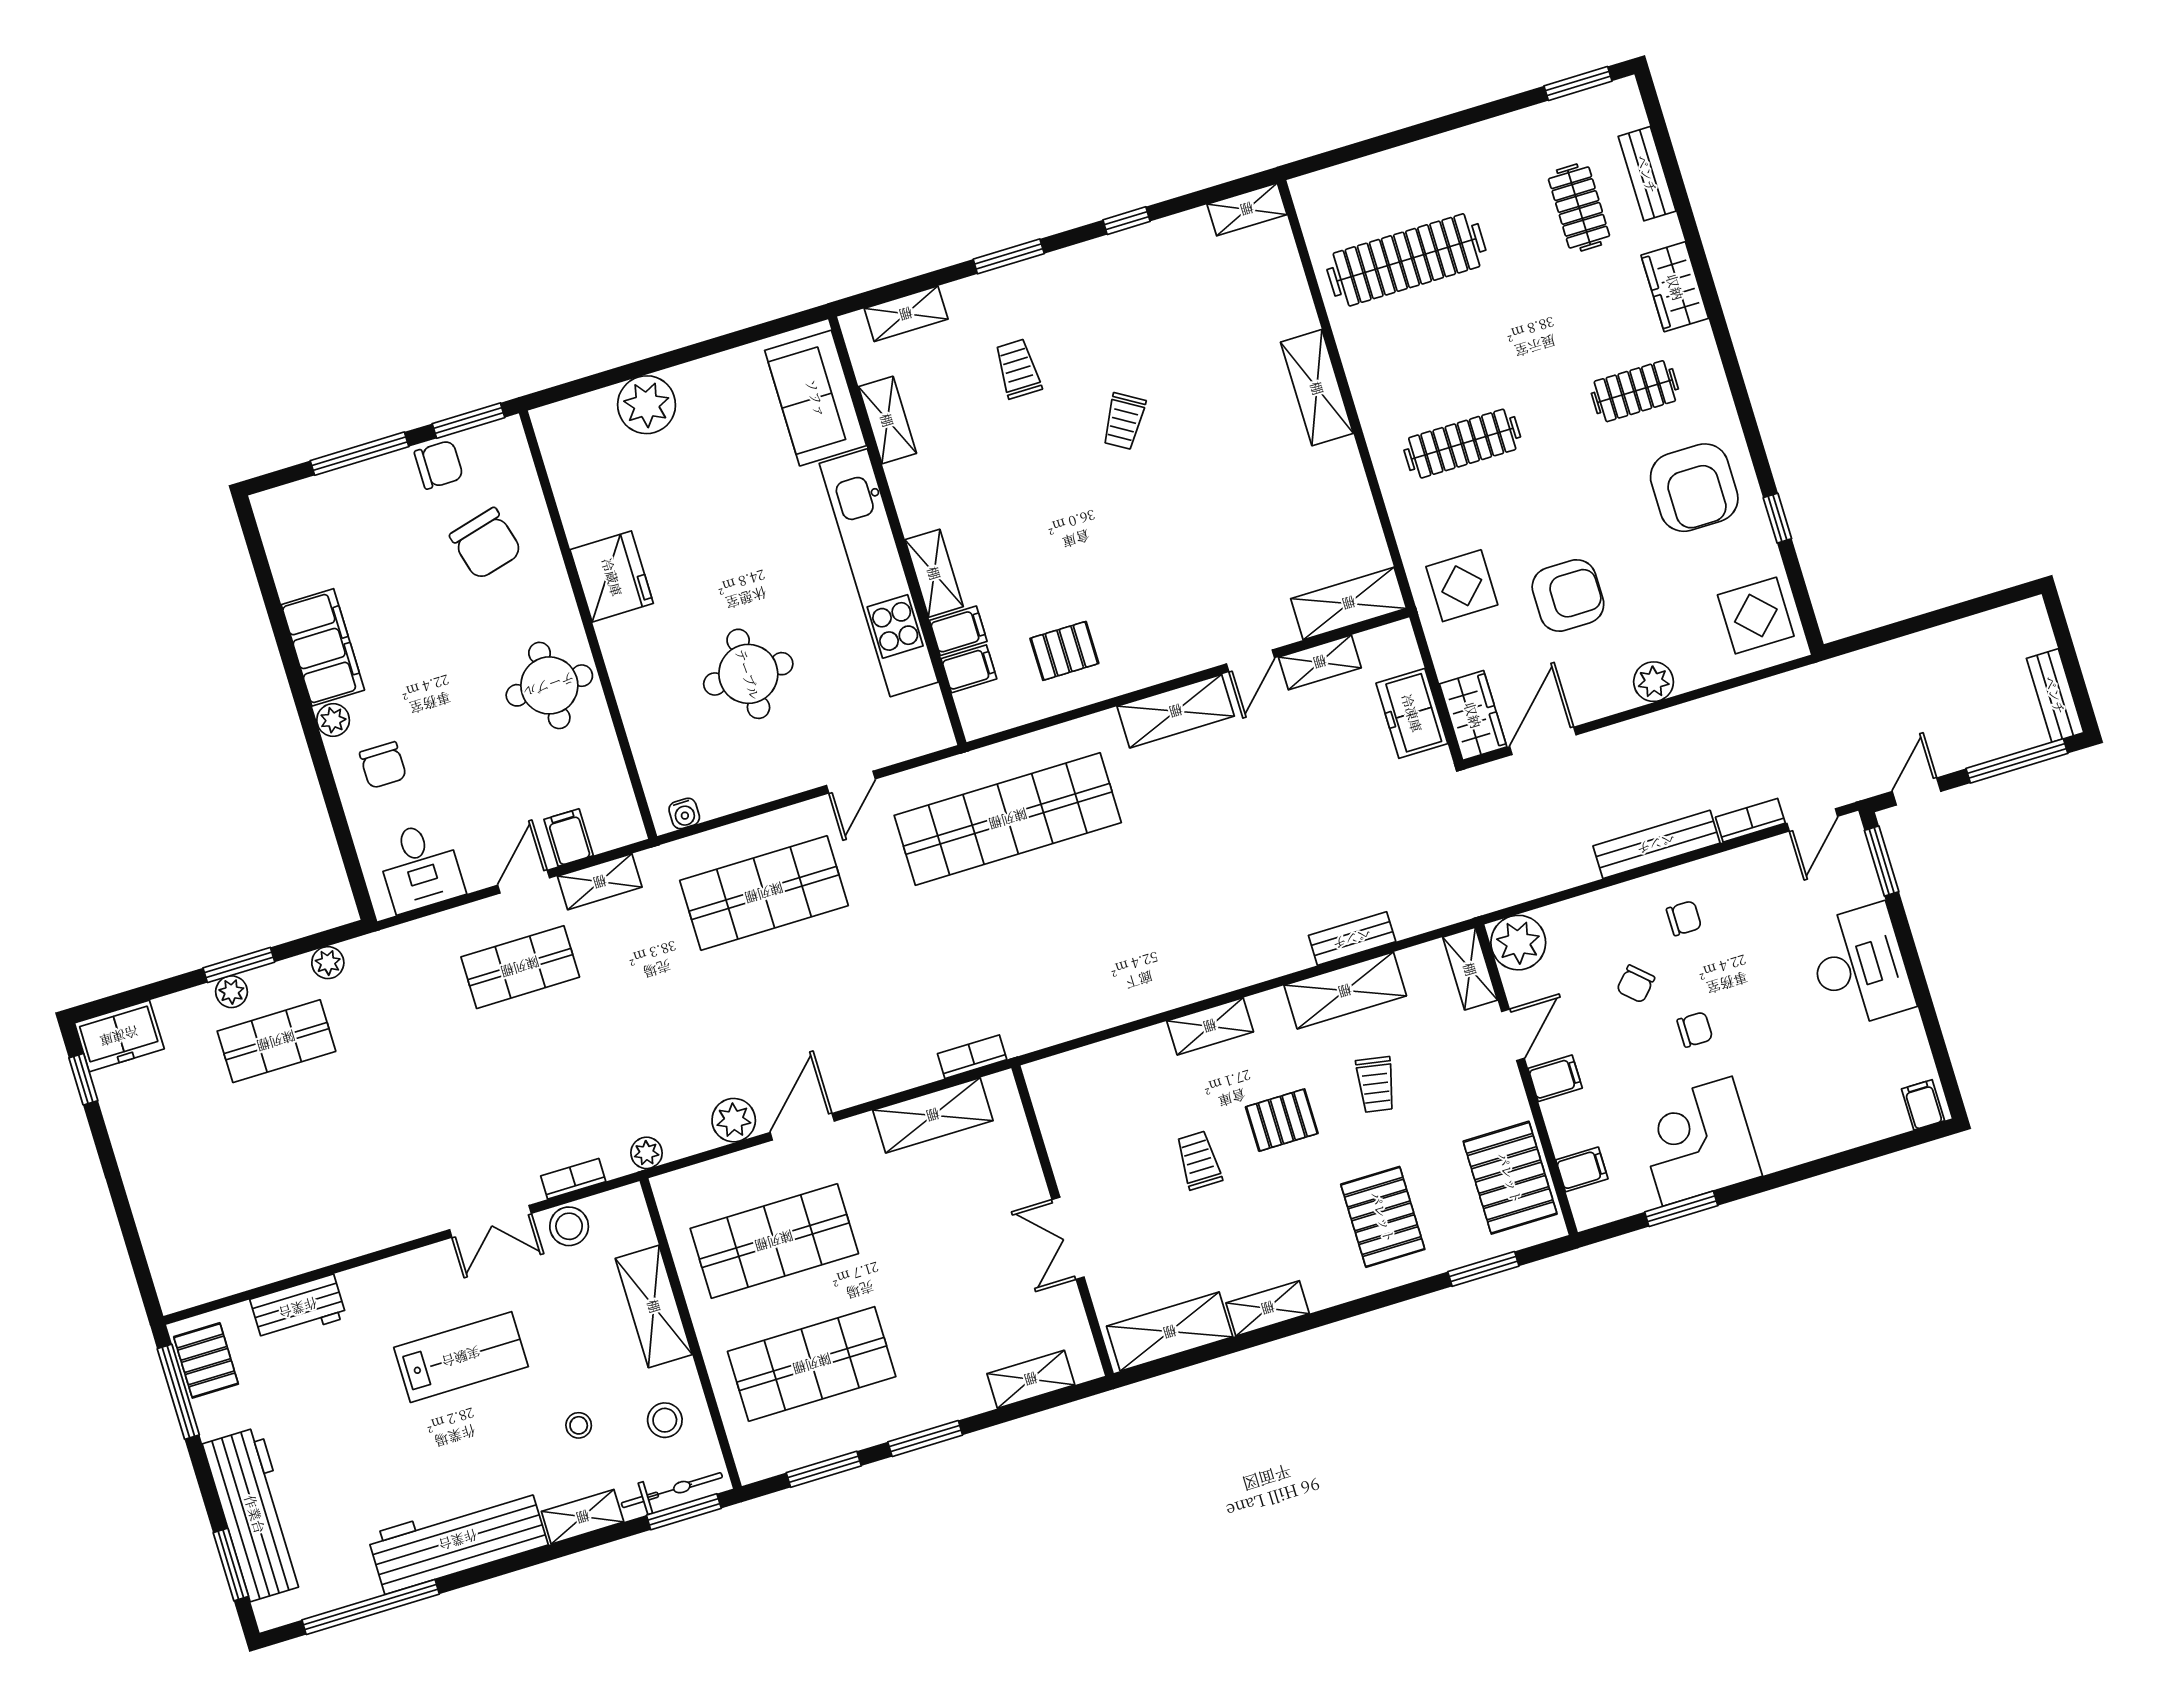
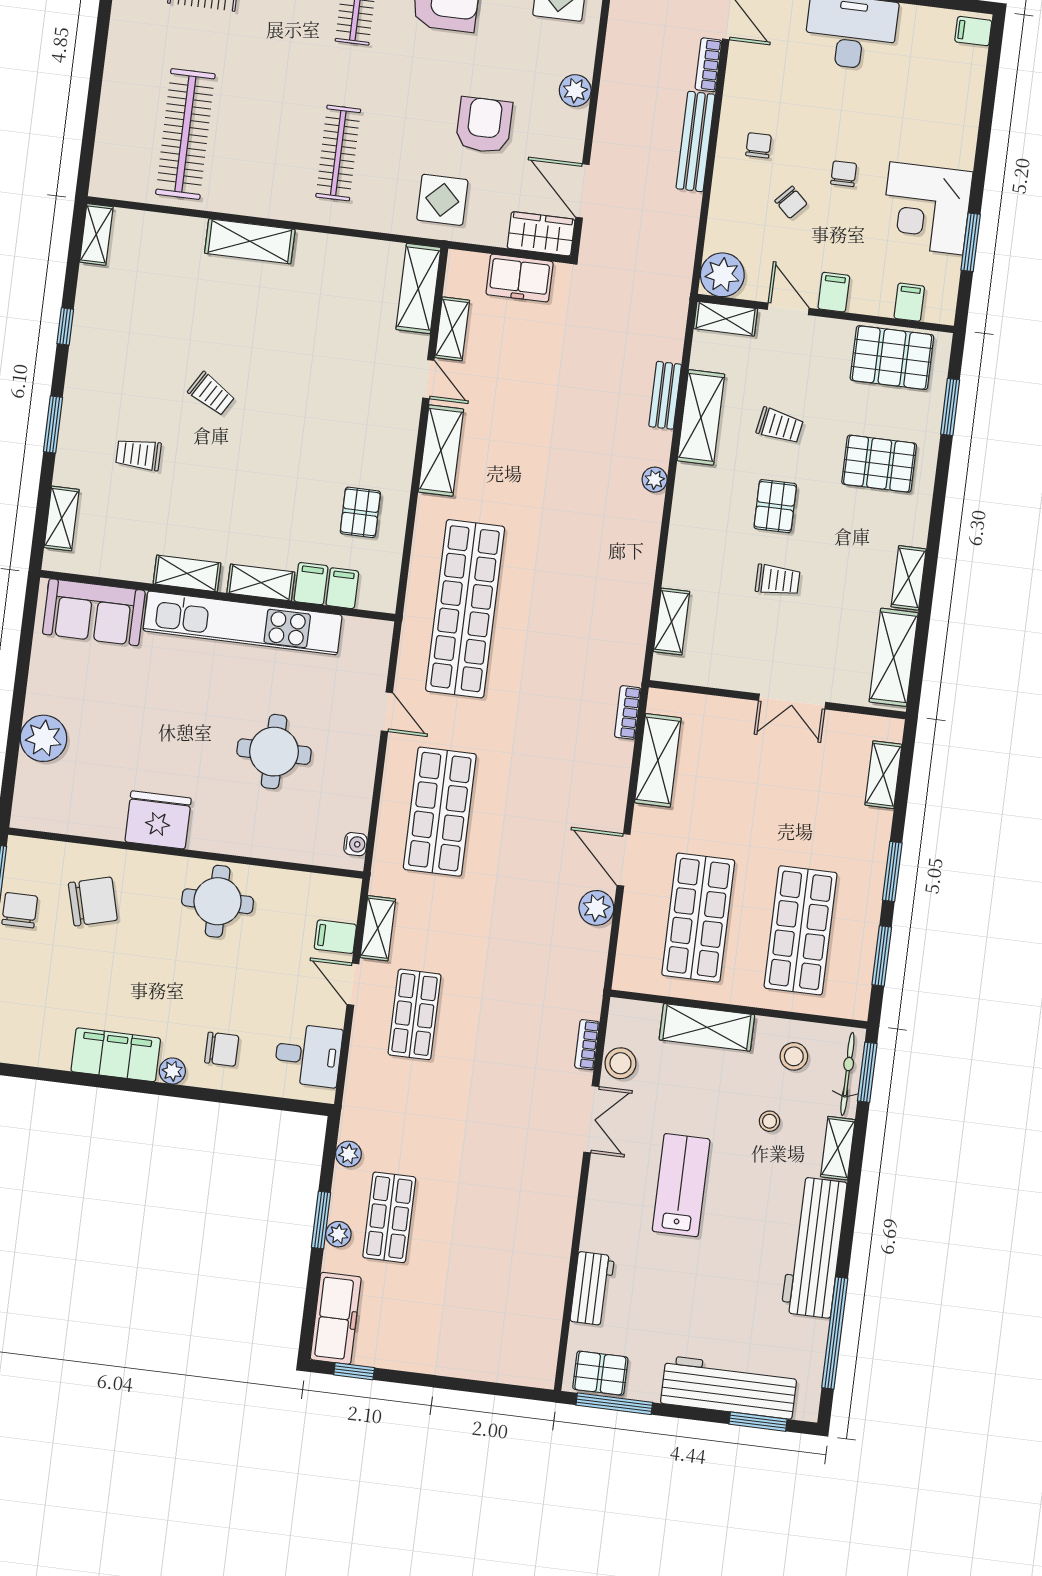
shelving: (887, 420) -> (187, 573), moved
shelving: (1210, 1026) -> (672, 622), moved
freezer: (119, 1036) -> (336, 1318), width x1.40
plant: (646, 1153) -> (655, 480), moved
trolley: (1199, 1160) -> (778, 580), turned 180

